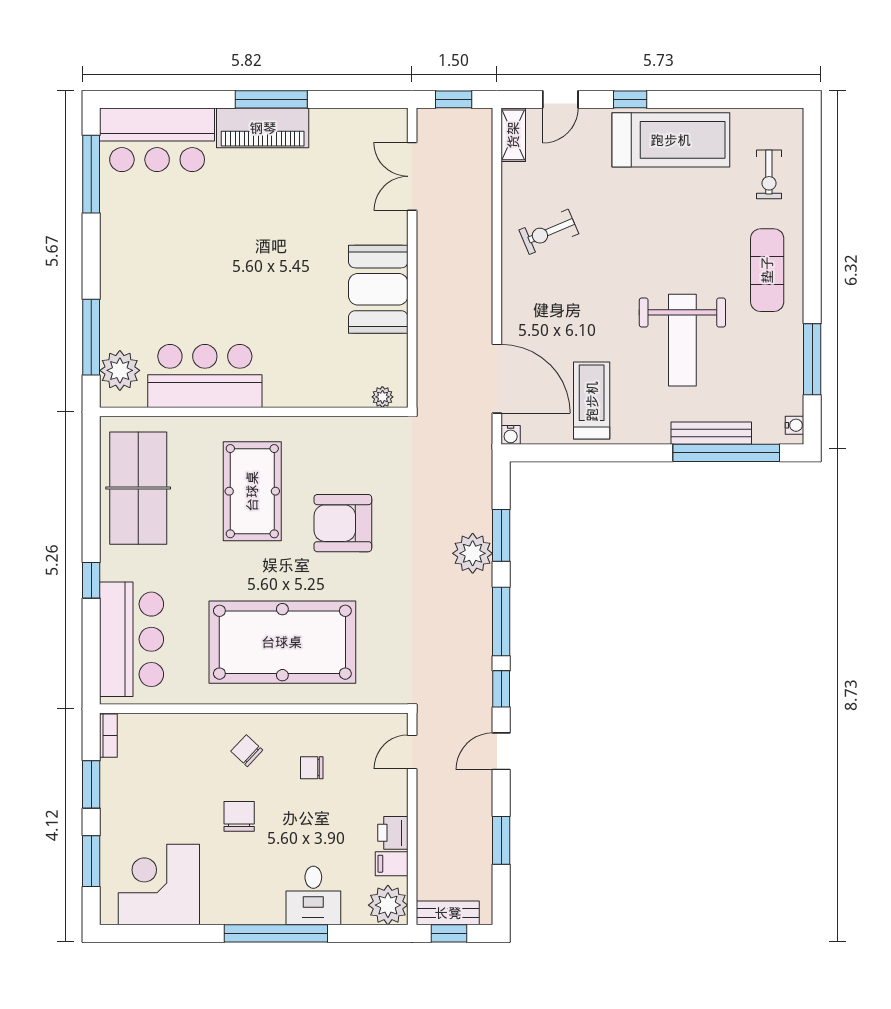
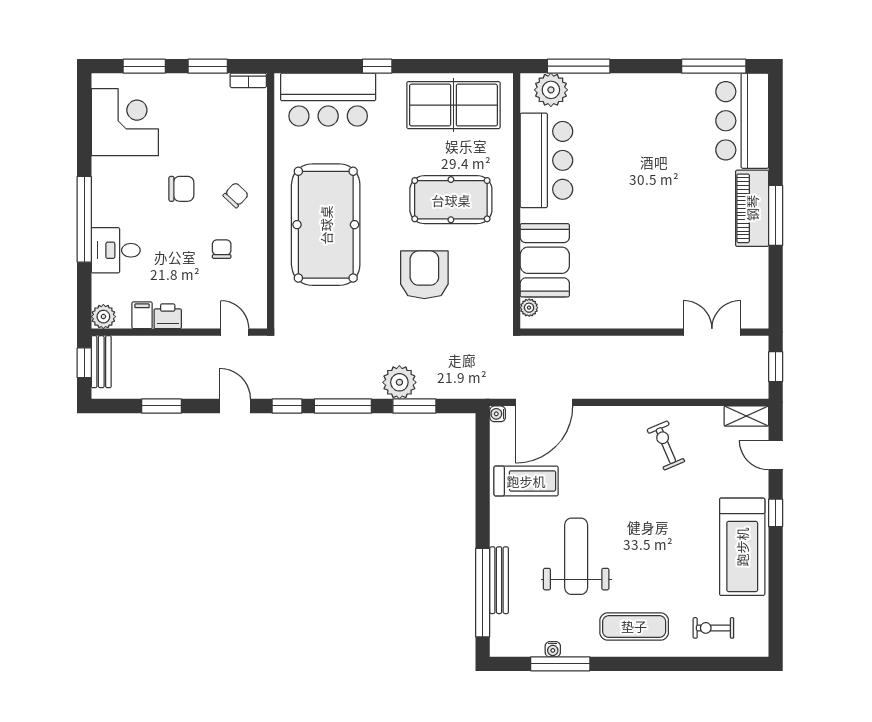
booth: (378, 289) -> (545, 260), moved, turned 90
weight bench: (682, 340) -> (576, 556), turned 90
water cooler: (795, 425) -> (553, 649), moved
plant: (388, 905) -> (103, 317), width x0.73, depth x0.73

